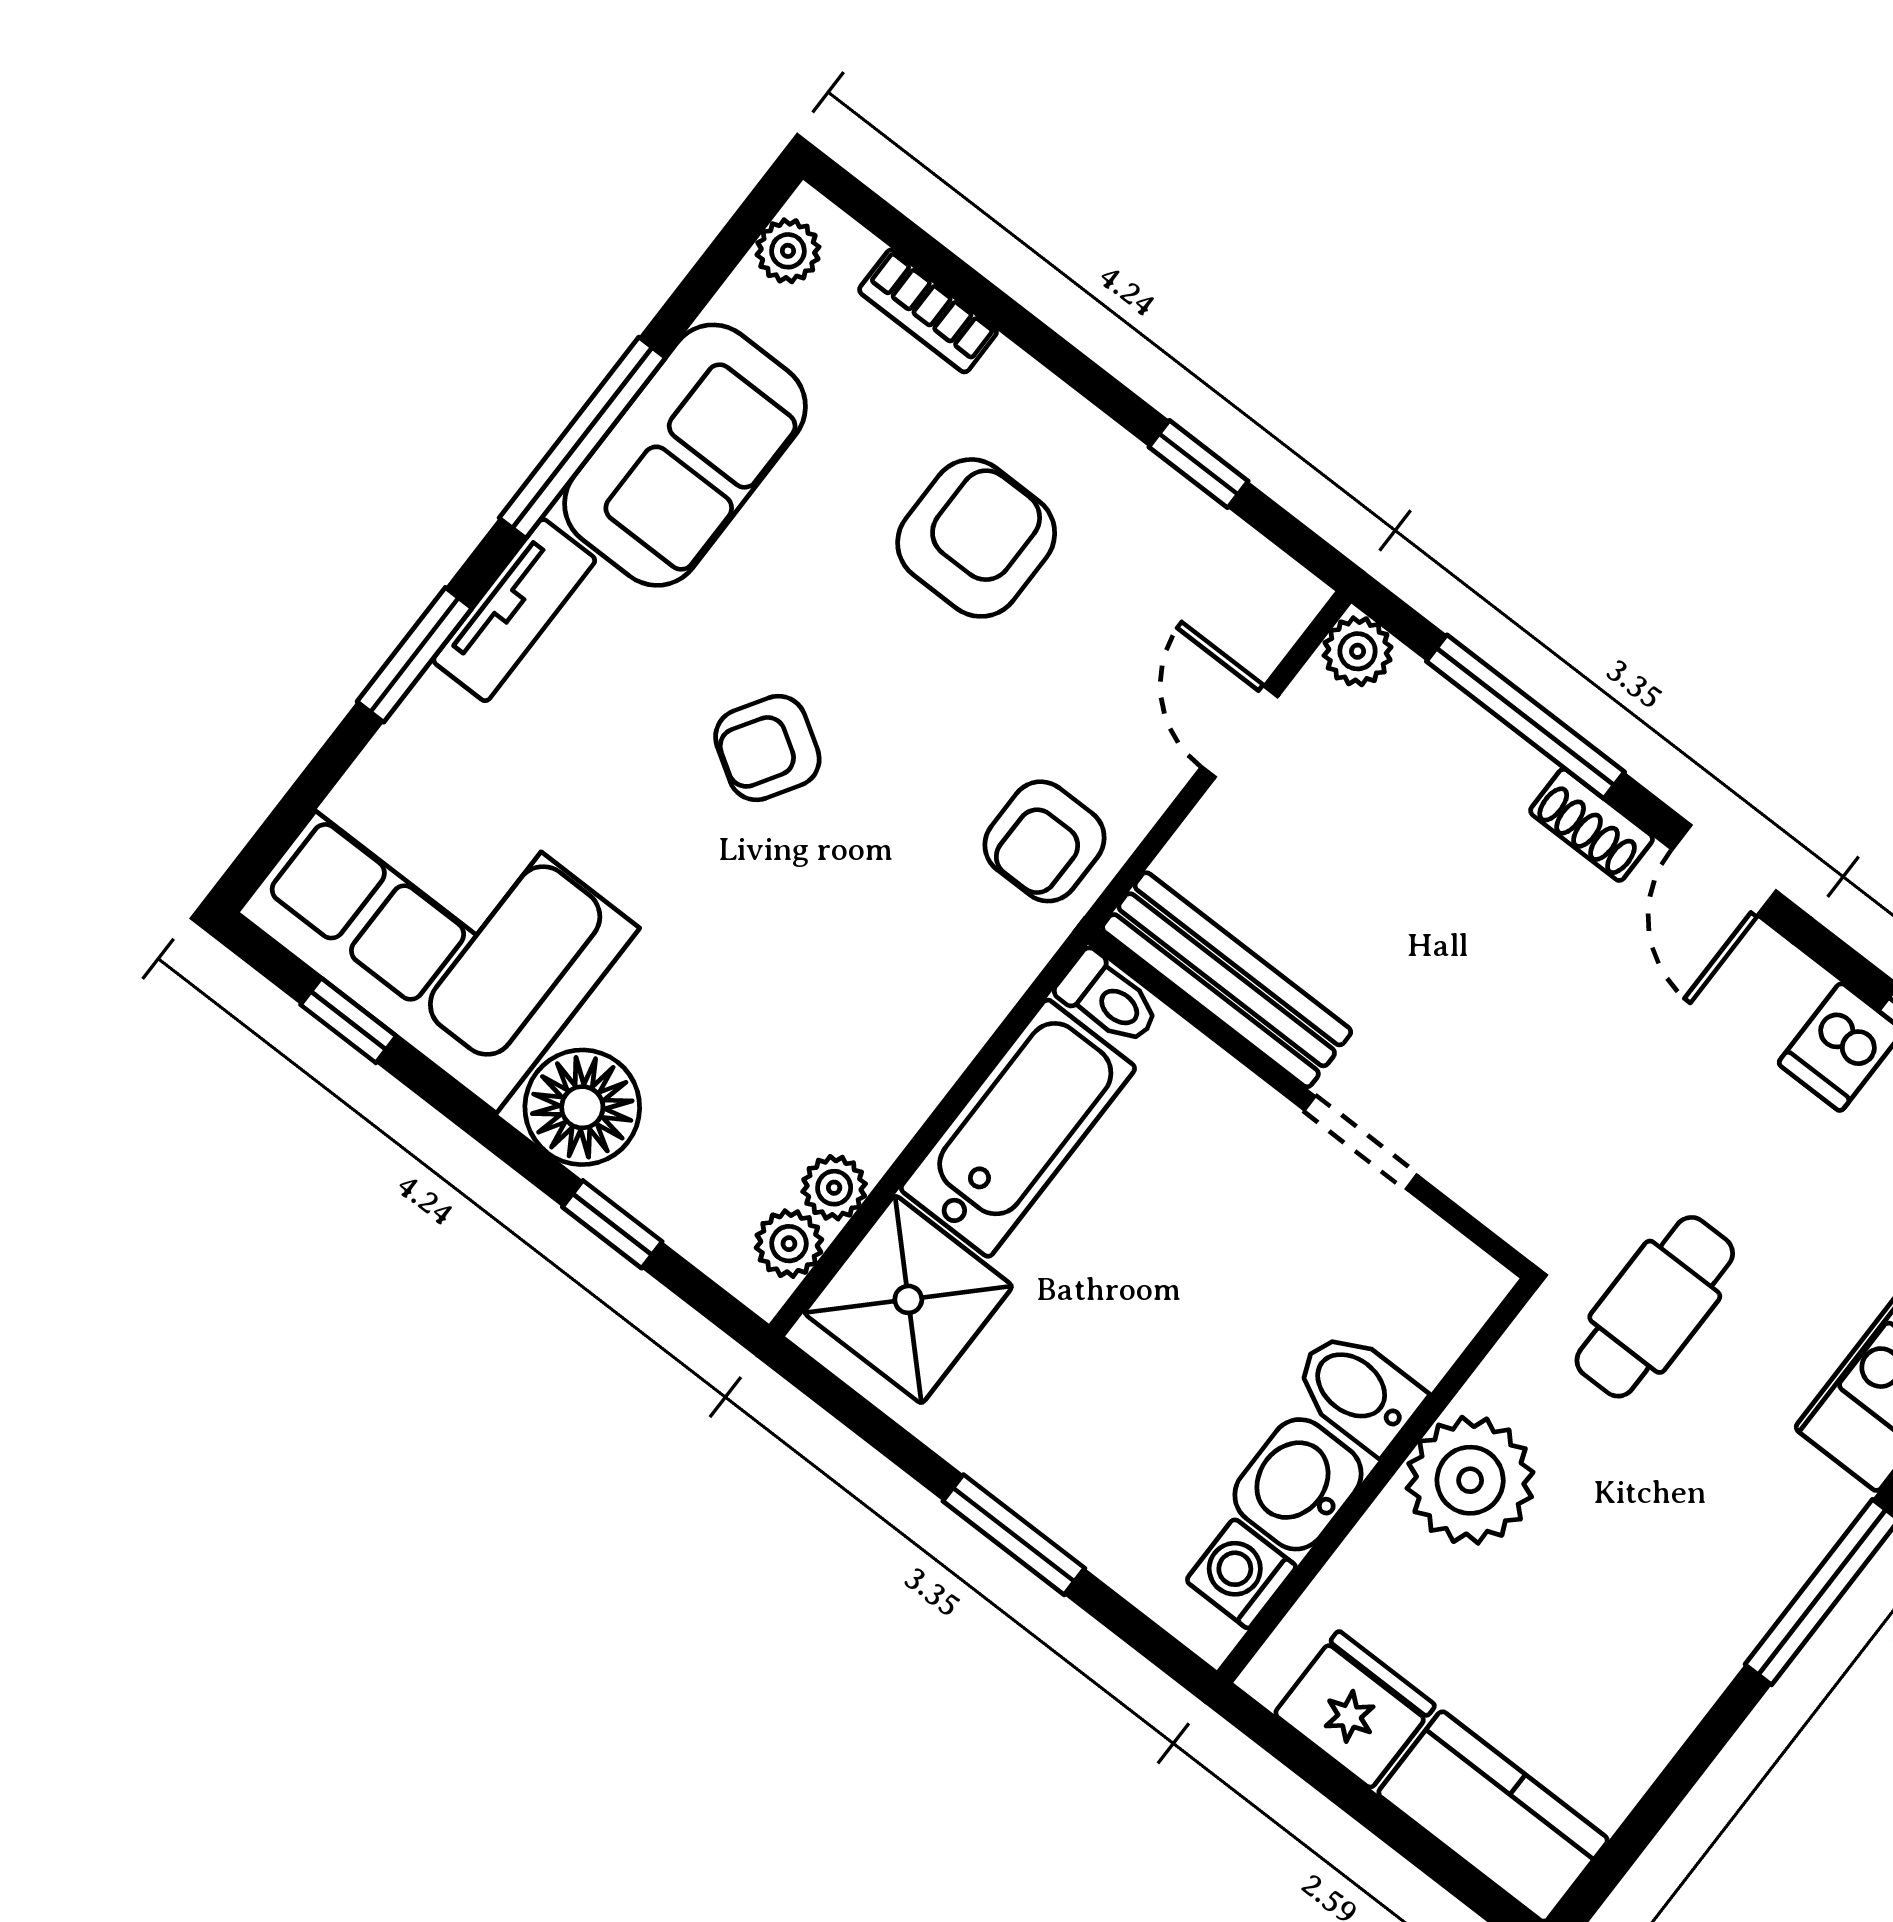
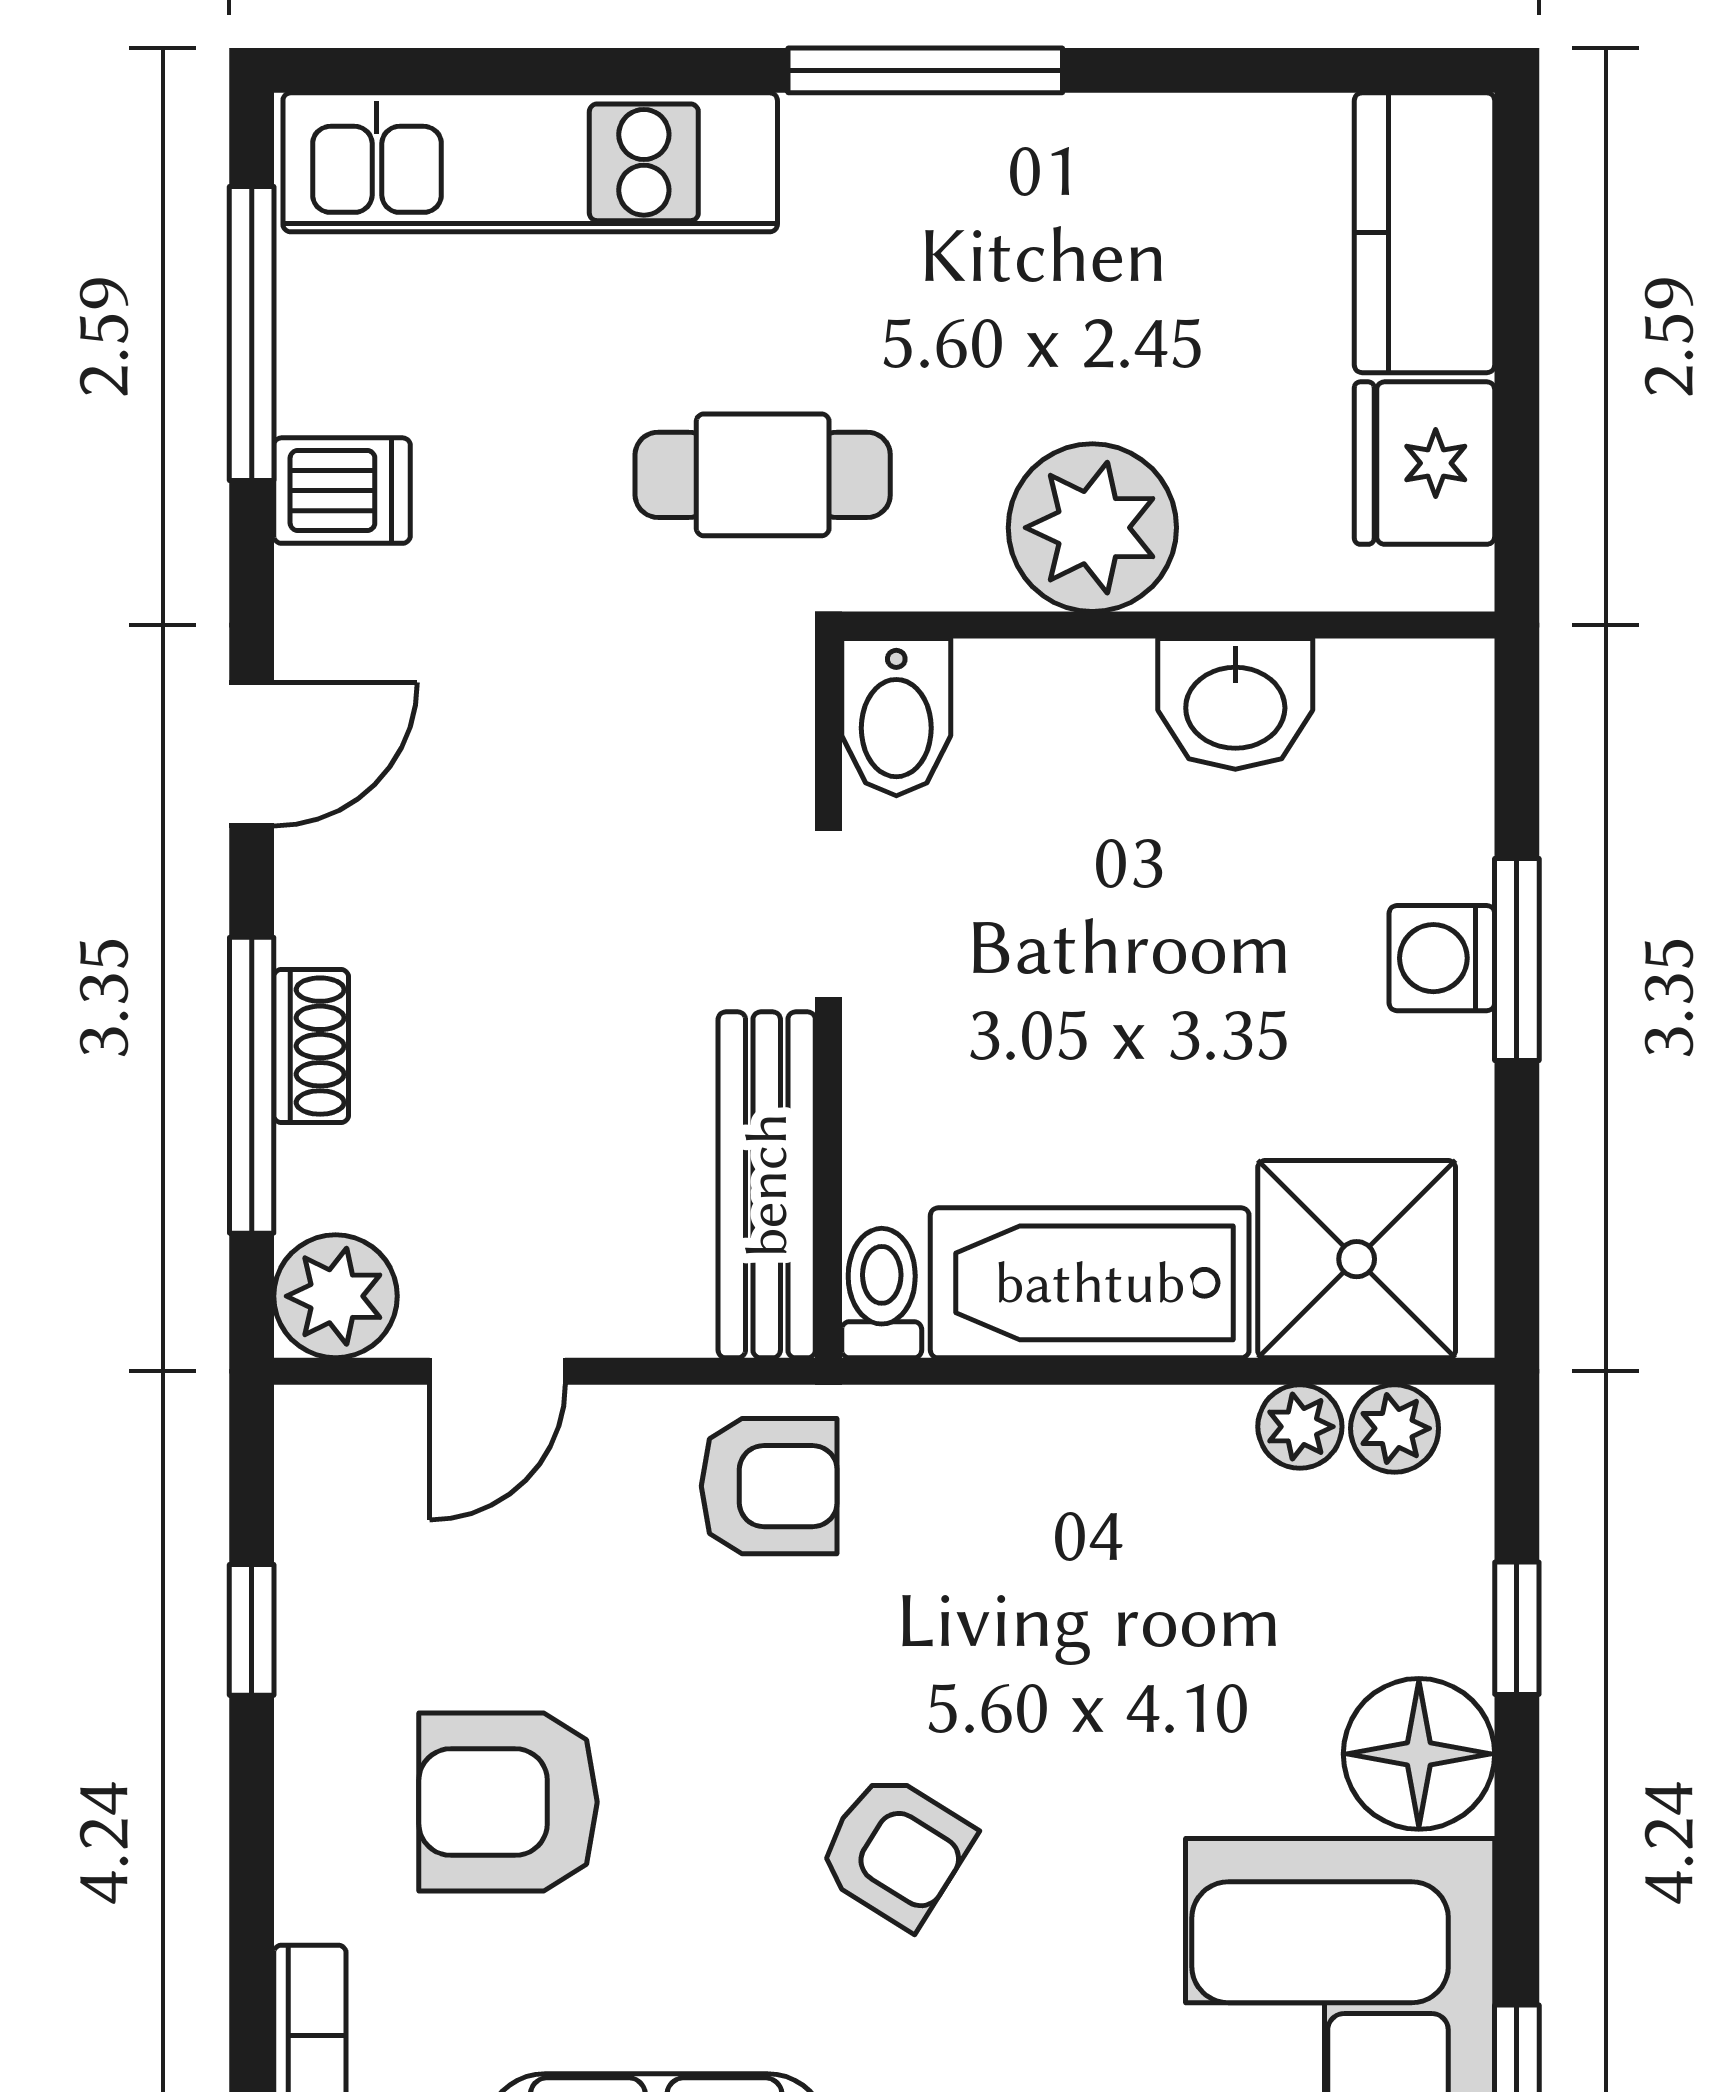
plant: (1358, 651) -> (336, 1296), width x1.38, depth x1.38
shoe rack: (1592, 825) -> (311, 1046), moved
bidet: (1358, 1390) -> (896, 717), moved
washing machine: (1241, 1574) -> (1442, 958), moved, turned 90

